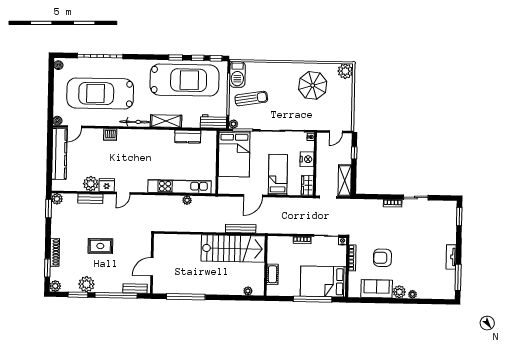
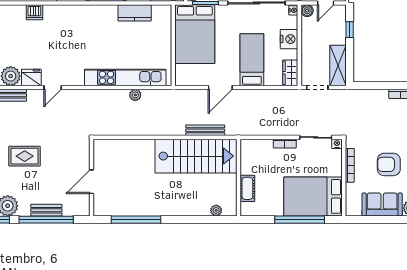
boiler: (321, 137) -> (307, 11), added
bench: (135, 288) -> (46, 210), moved

